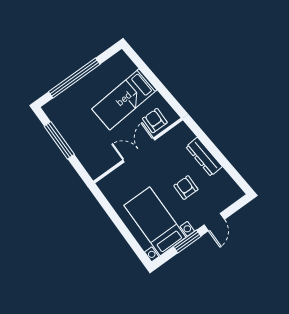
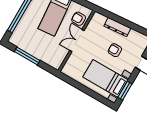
window: (187, 242) -> (125, 91), moved

